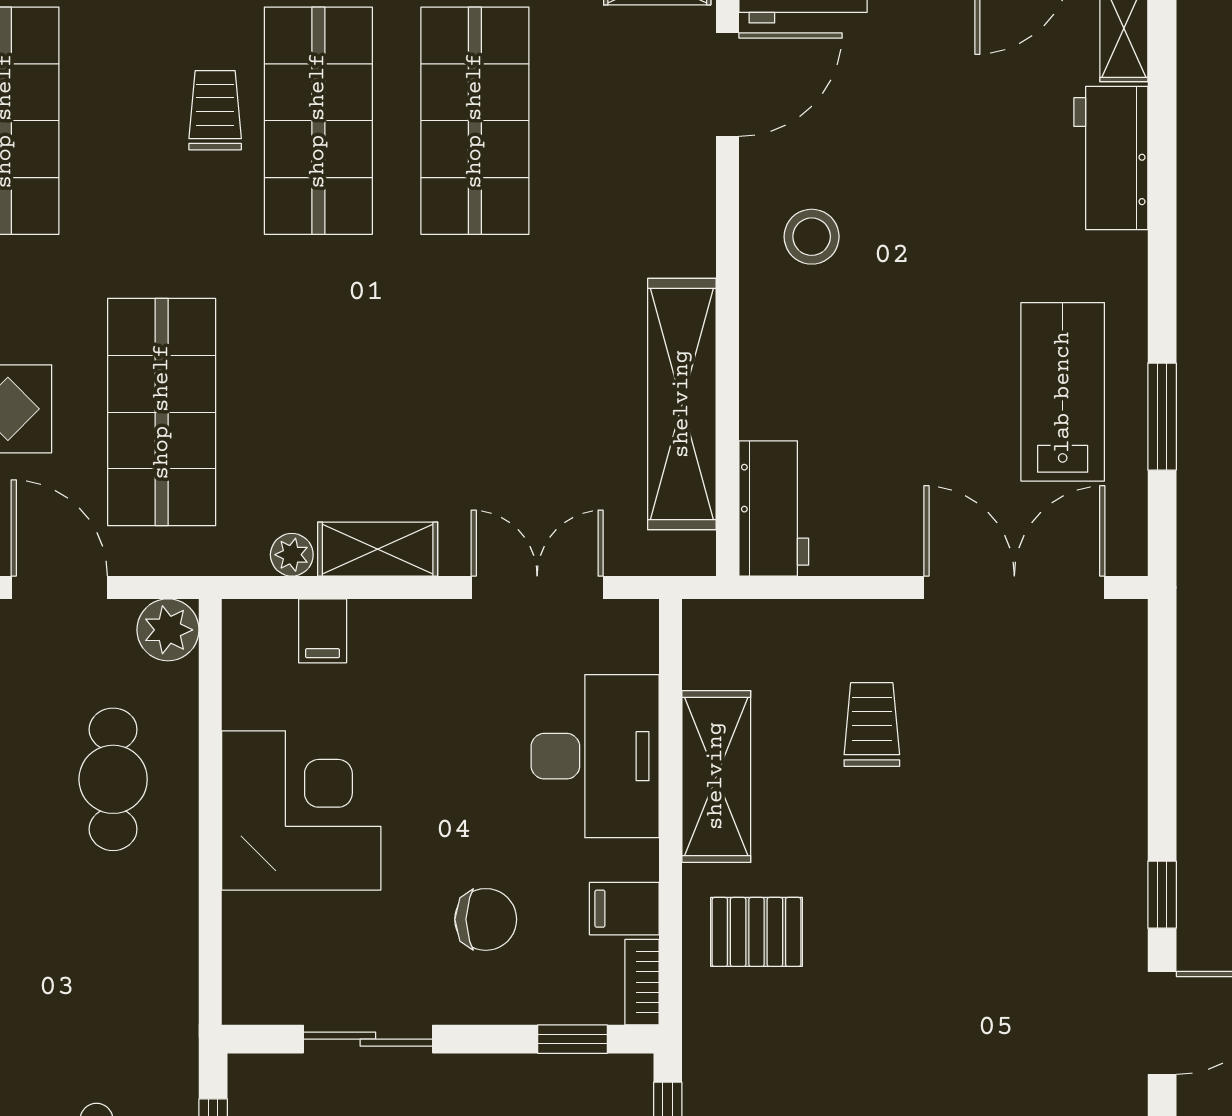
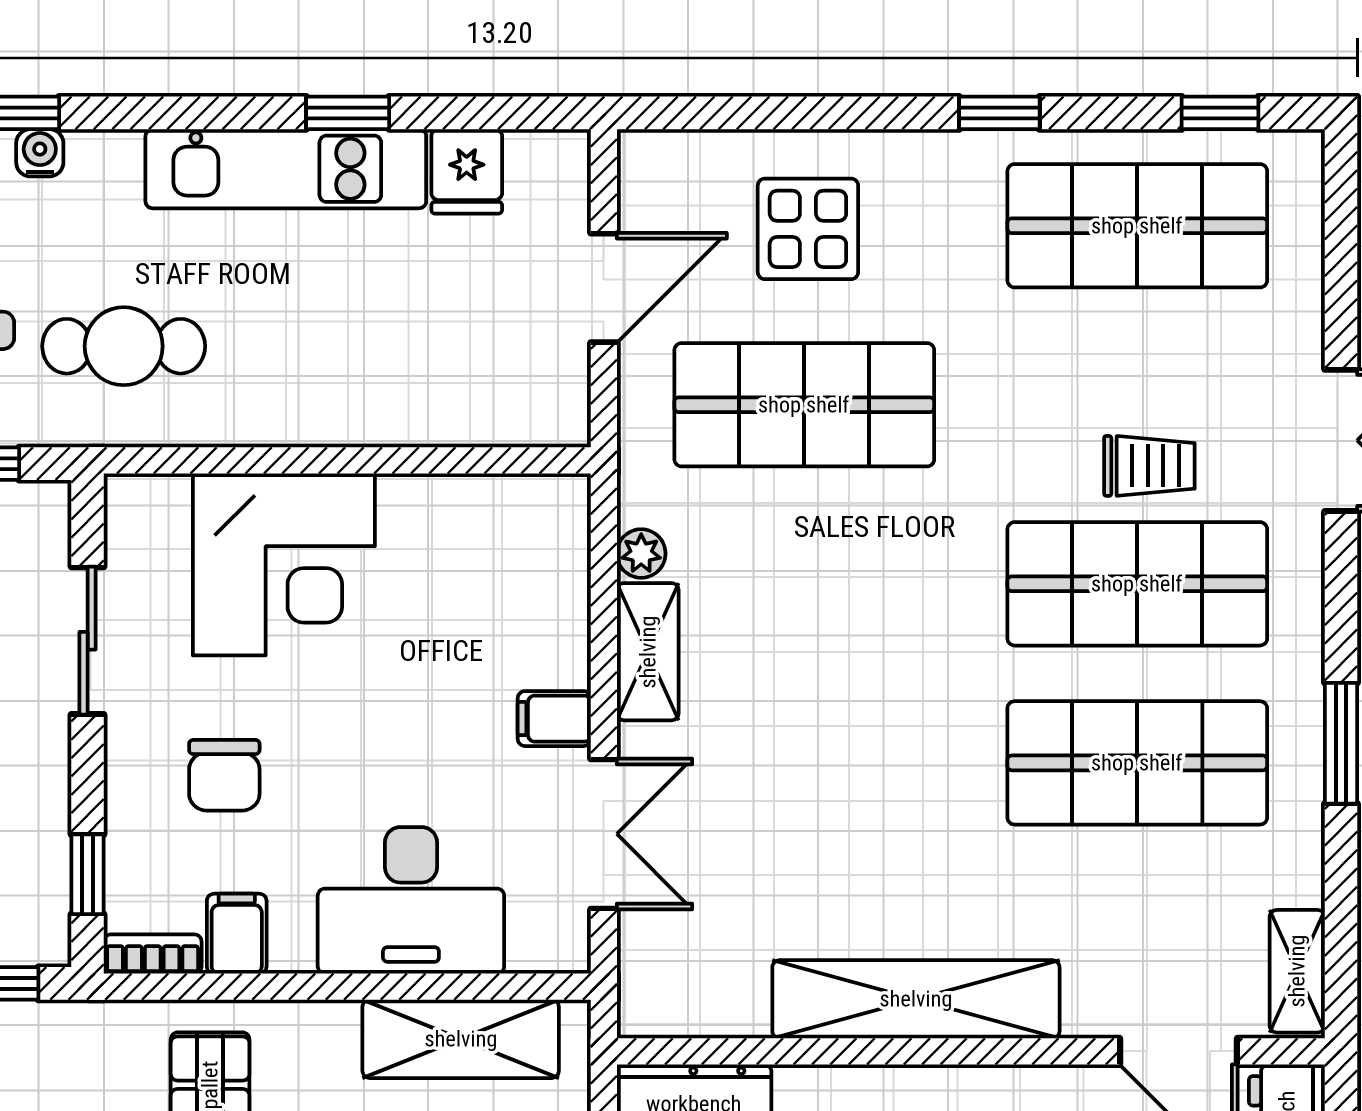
shelving: (682, 404) -> (916, 999), moved
plant: (168, 630) -> (555, 412), removed
filing cabinet: (323, 631) -> (554, 719), moved
shelving: (716, 776) -> (461, 1039), moved
cafe table: (113, 779) -> (124, 346), moved
corner desk: (301, 810) -> (284, 564), moved

